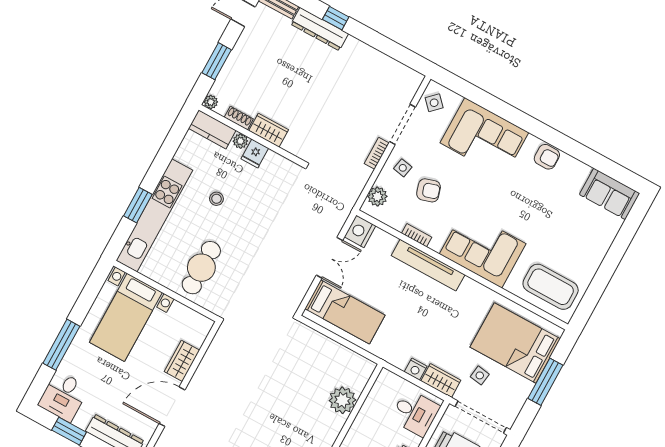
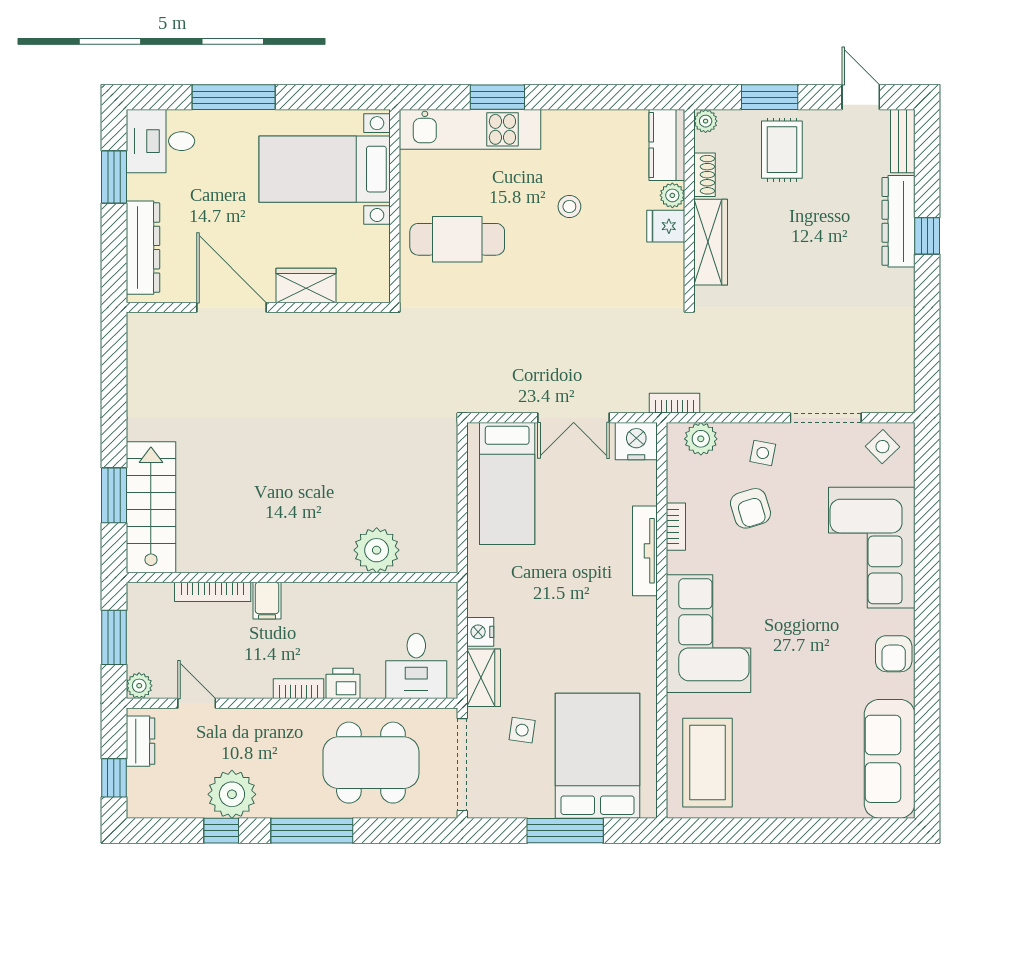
rug: (248, 70) -> (782, 150), added
wardrobe: (269, 130) -> (711, 242), width x1.50
bookcase: (377, 153) -> (674, 403), moved
sofa: (610, 194) -> (890, 759), width x1.36
kitchen unit: (154, 215) -> (470, 129), width x0.73
tv unit: (428, 265) -> (645, 551), width x0.73, depth x0.78

